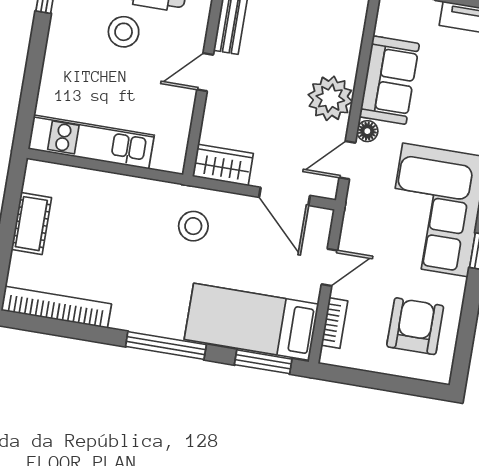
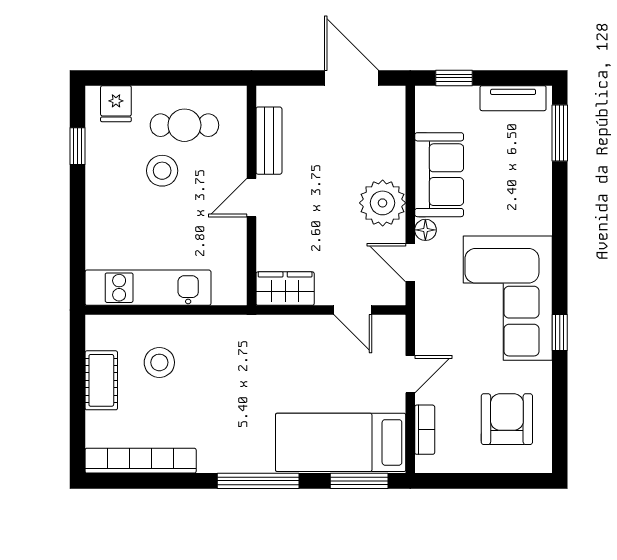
door: (347, 160) -> (410, 263), hinge flipped
door: (285, 196) -> (353, 310), width x0.73
stool: (193, 226) -> (159, 362), moved

